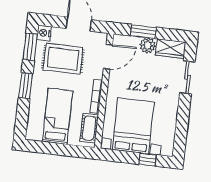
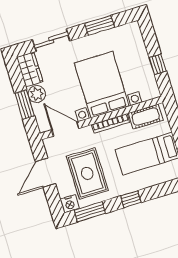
window: (26, 86) -> (131, 199), width x0.67
window: (182, 123) -> (100, 25), added
bed with nightstands: (133, 126) -> (102, 85), moved, turned 90
window: (148, 160) -> (158, 64), moved

